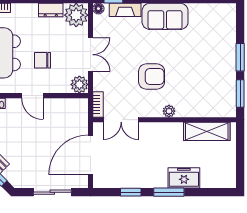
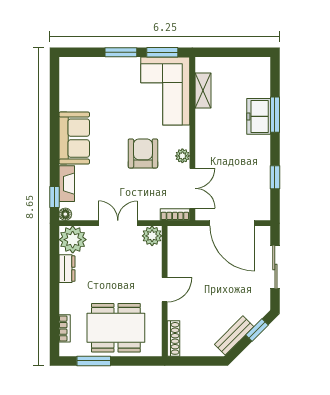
chair: (43, 60) -> (124, 278), removed
corner sofa: (206, 96) -> (165, 91), added
plant: (169, 111) -> (182, 156), moved
shelving: (207, 131) -> (203, 90), width x0.67, depth x0.75
window: (169, 192) -> (275, 115), moved

